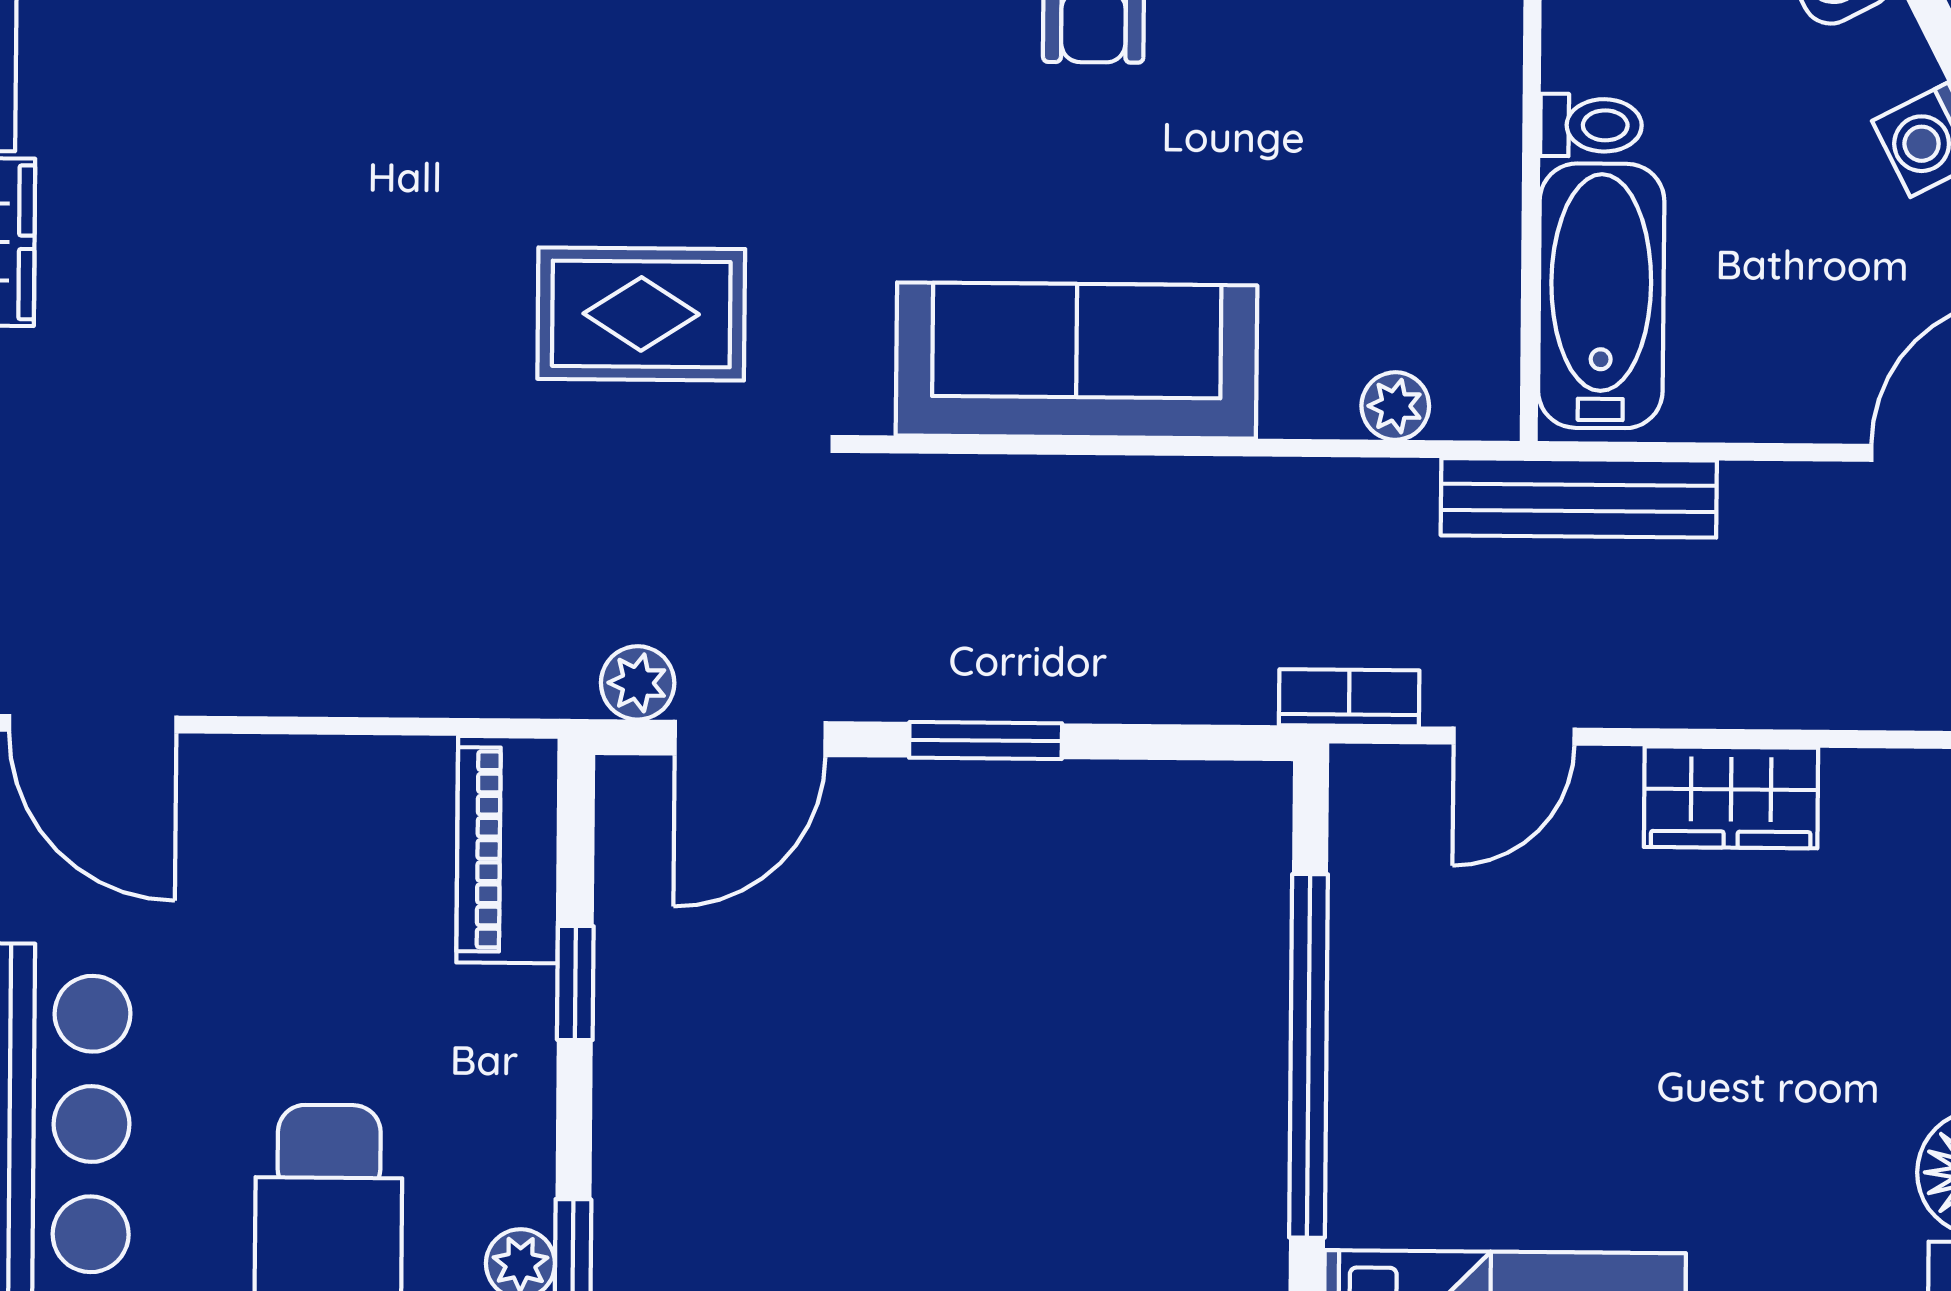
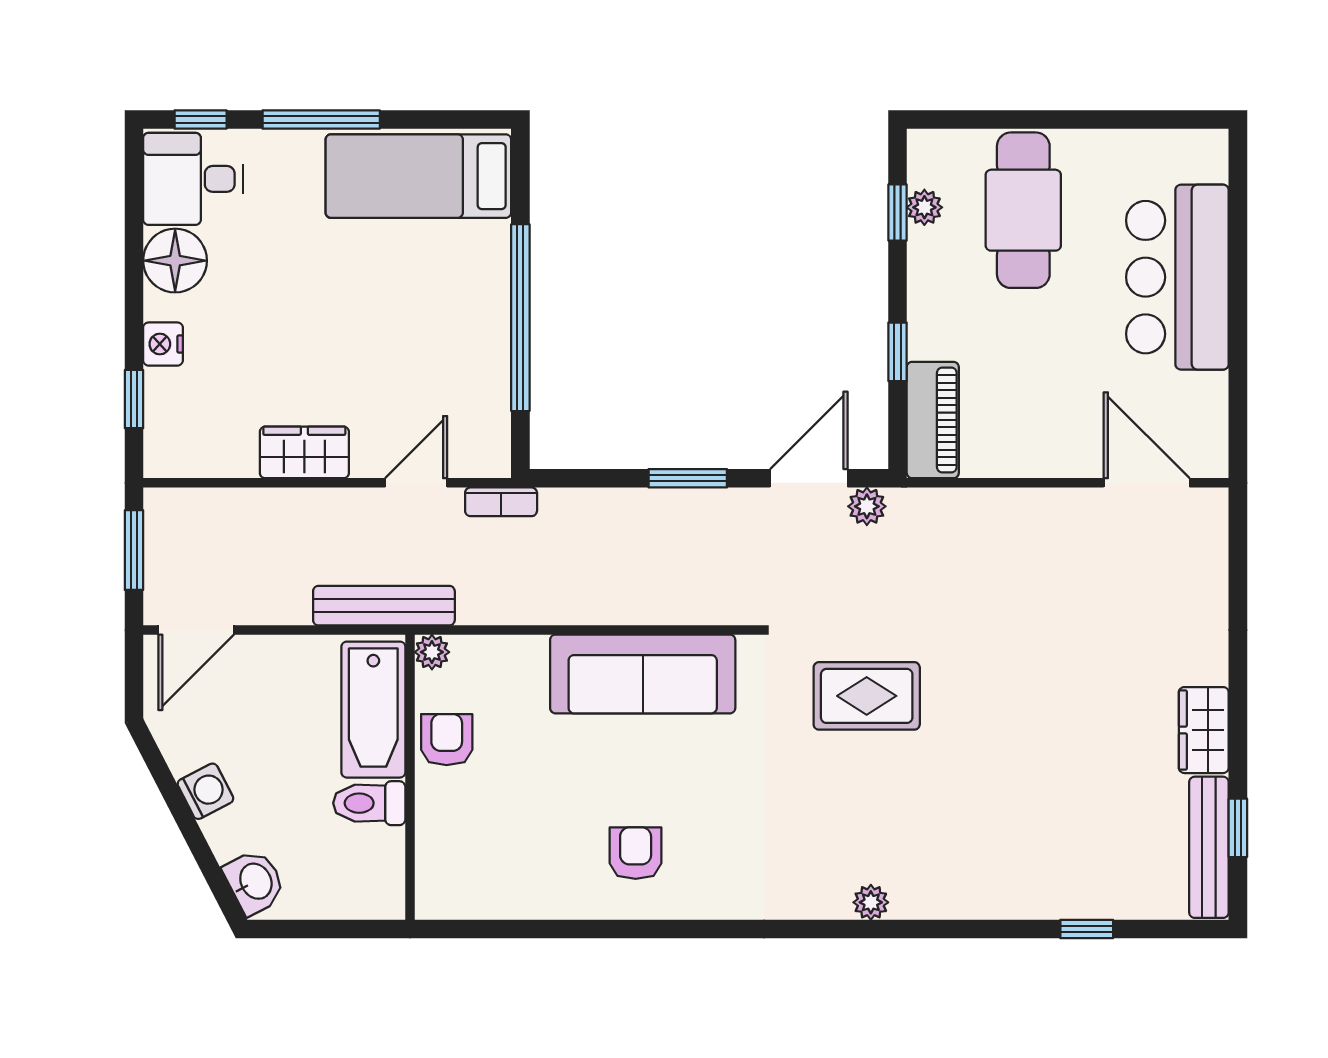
toilet: (1591, 125) -> (369, 803), width x1.37, depth x1.39
armchair: (1459, 236) -> (447, 740), added
plant: (1395, 406) -> (432, 652), moved

